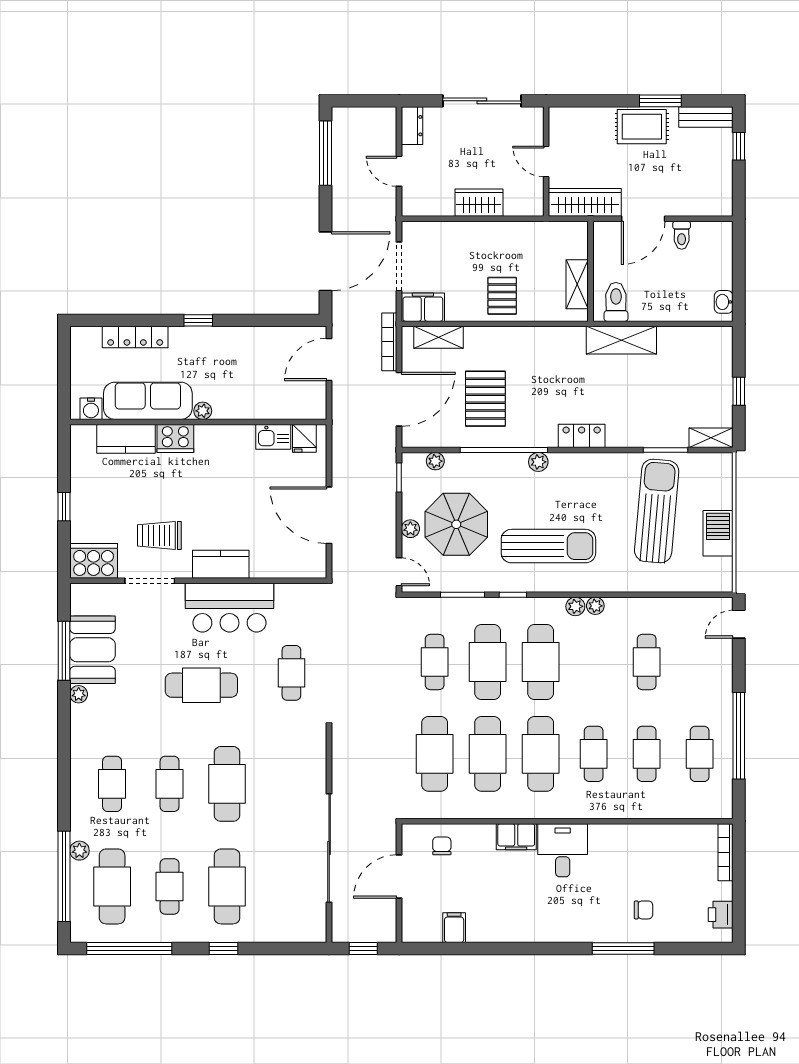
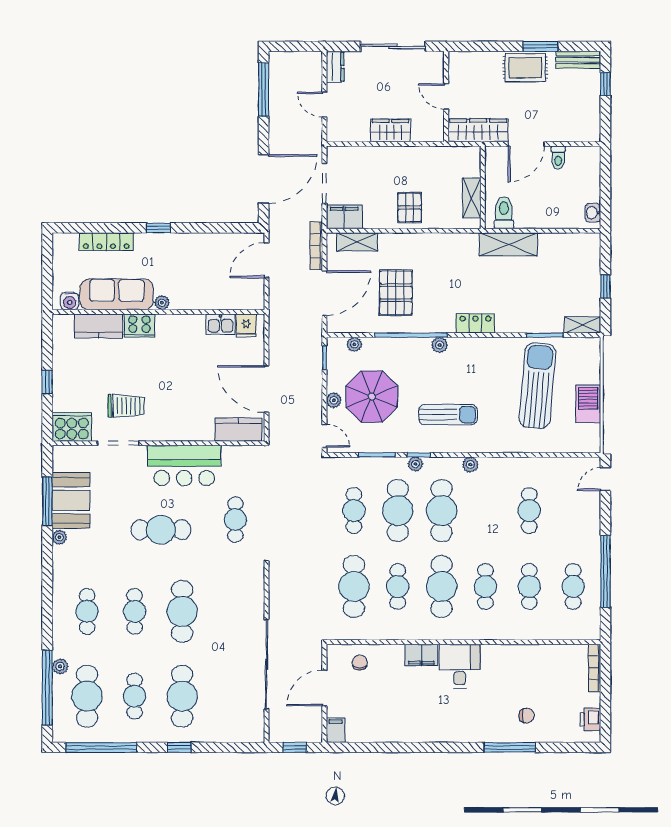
trolley: (159, 535) -> (126, 406), turned 180
sun lounger: (548, 546) -> (448, 415), width x0.73, depth x0.75
kitchen counter: (221, 564) -> (239, 430), moved
plant: (595, 606) -> (415, 464), moved
cafe table: (488, 754) -> (398, 586), width x0.73, depth x0.74
filing cabinet: (454, 928) -> (336, 730), moved

